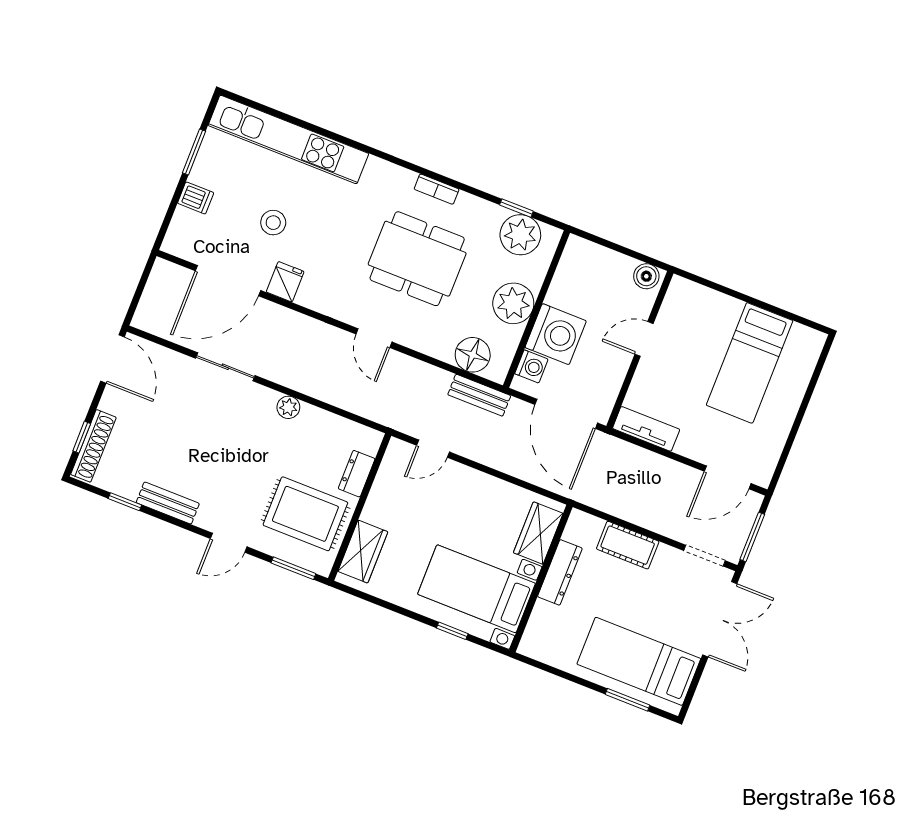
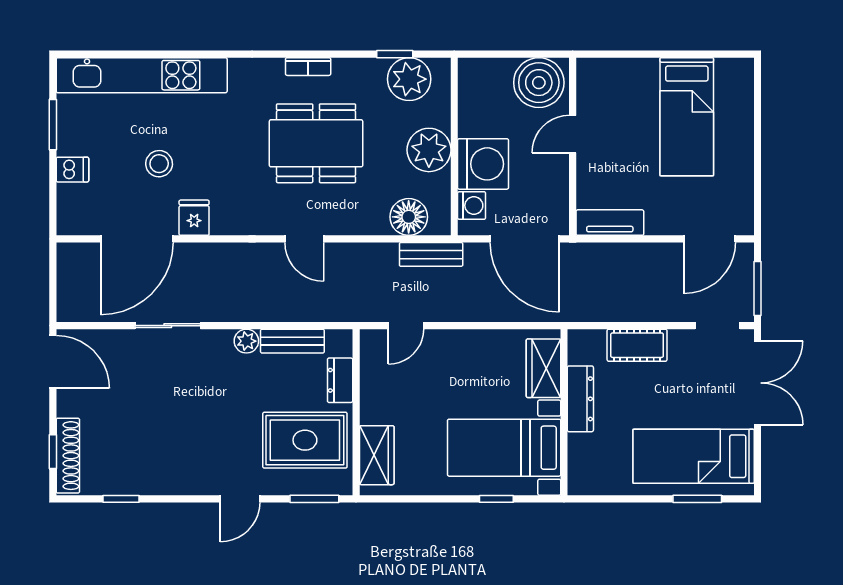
boiler: (646, 276) -> (539, 83), width x1.86, depth x1.86
bench: (168, 503) -> (292, 341), moved

